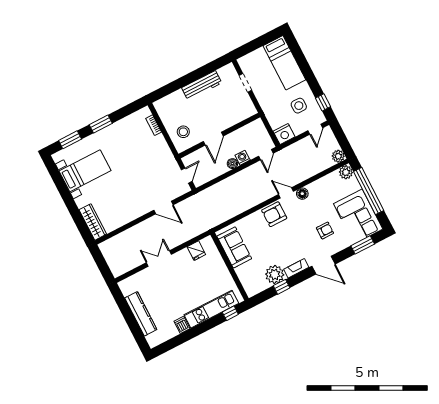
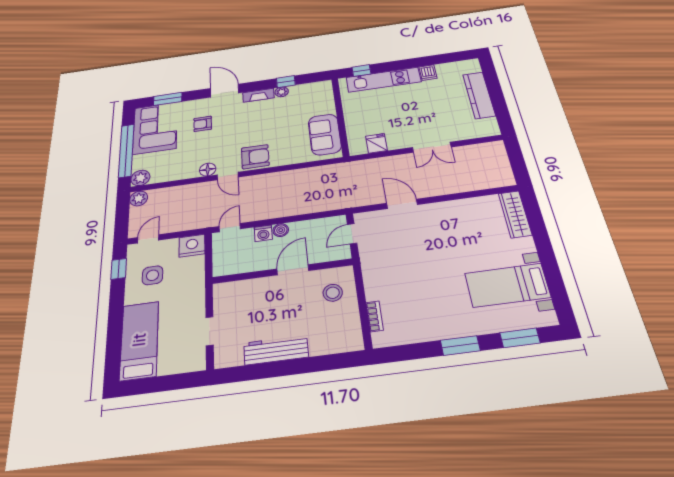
plant: (275, 274) -> (282, 92), width x0.53, depth x0.53

